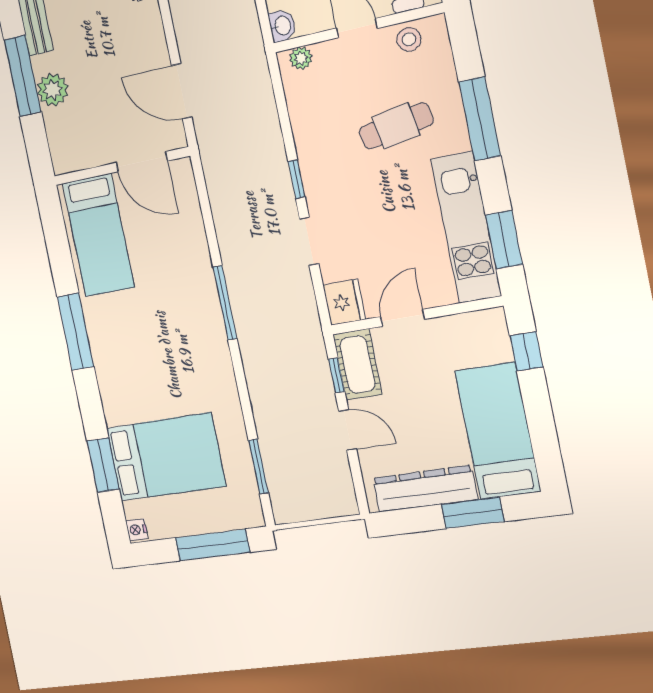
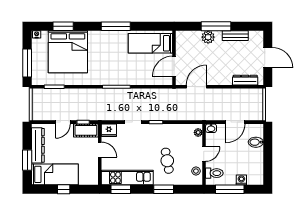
window: (480, 119) -> (164, 189), width x0.69
window: (526, 351) -> (64, 189), moved
bed: (166, 457) -> (68, 52), width x1.36

